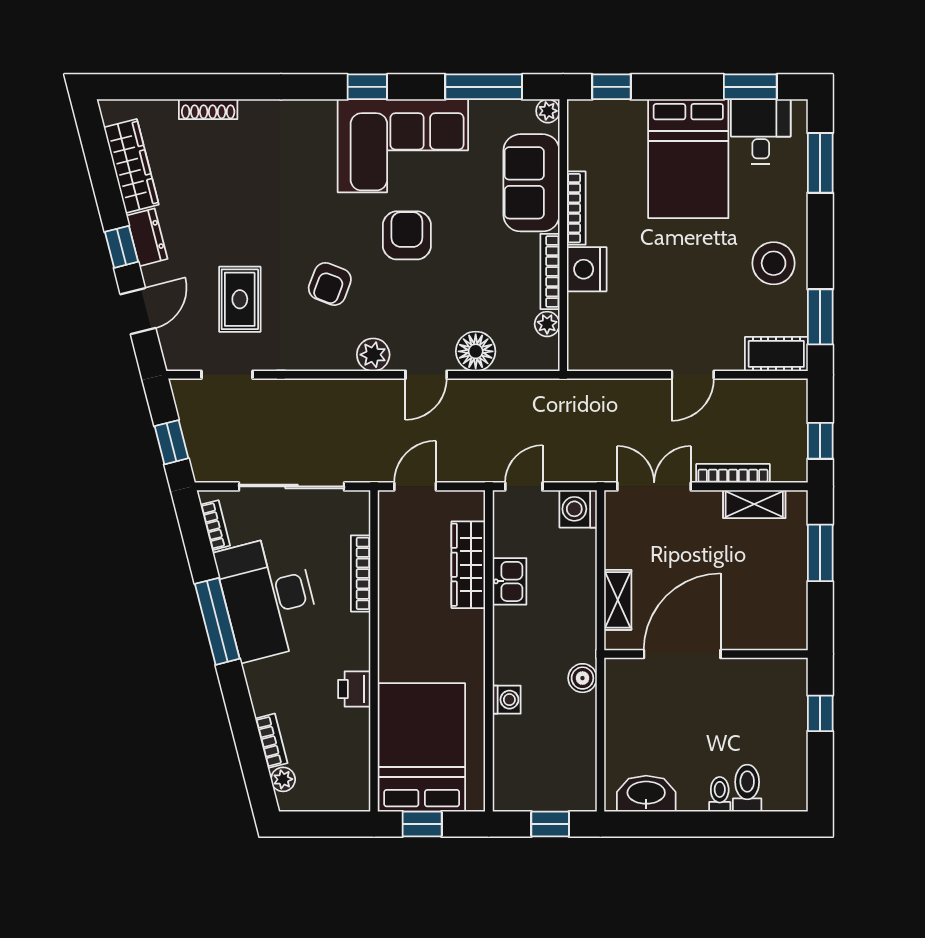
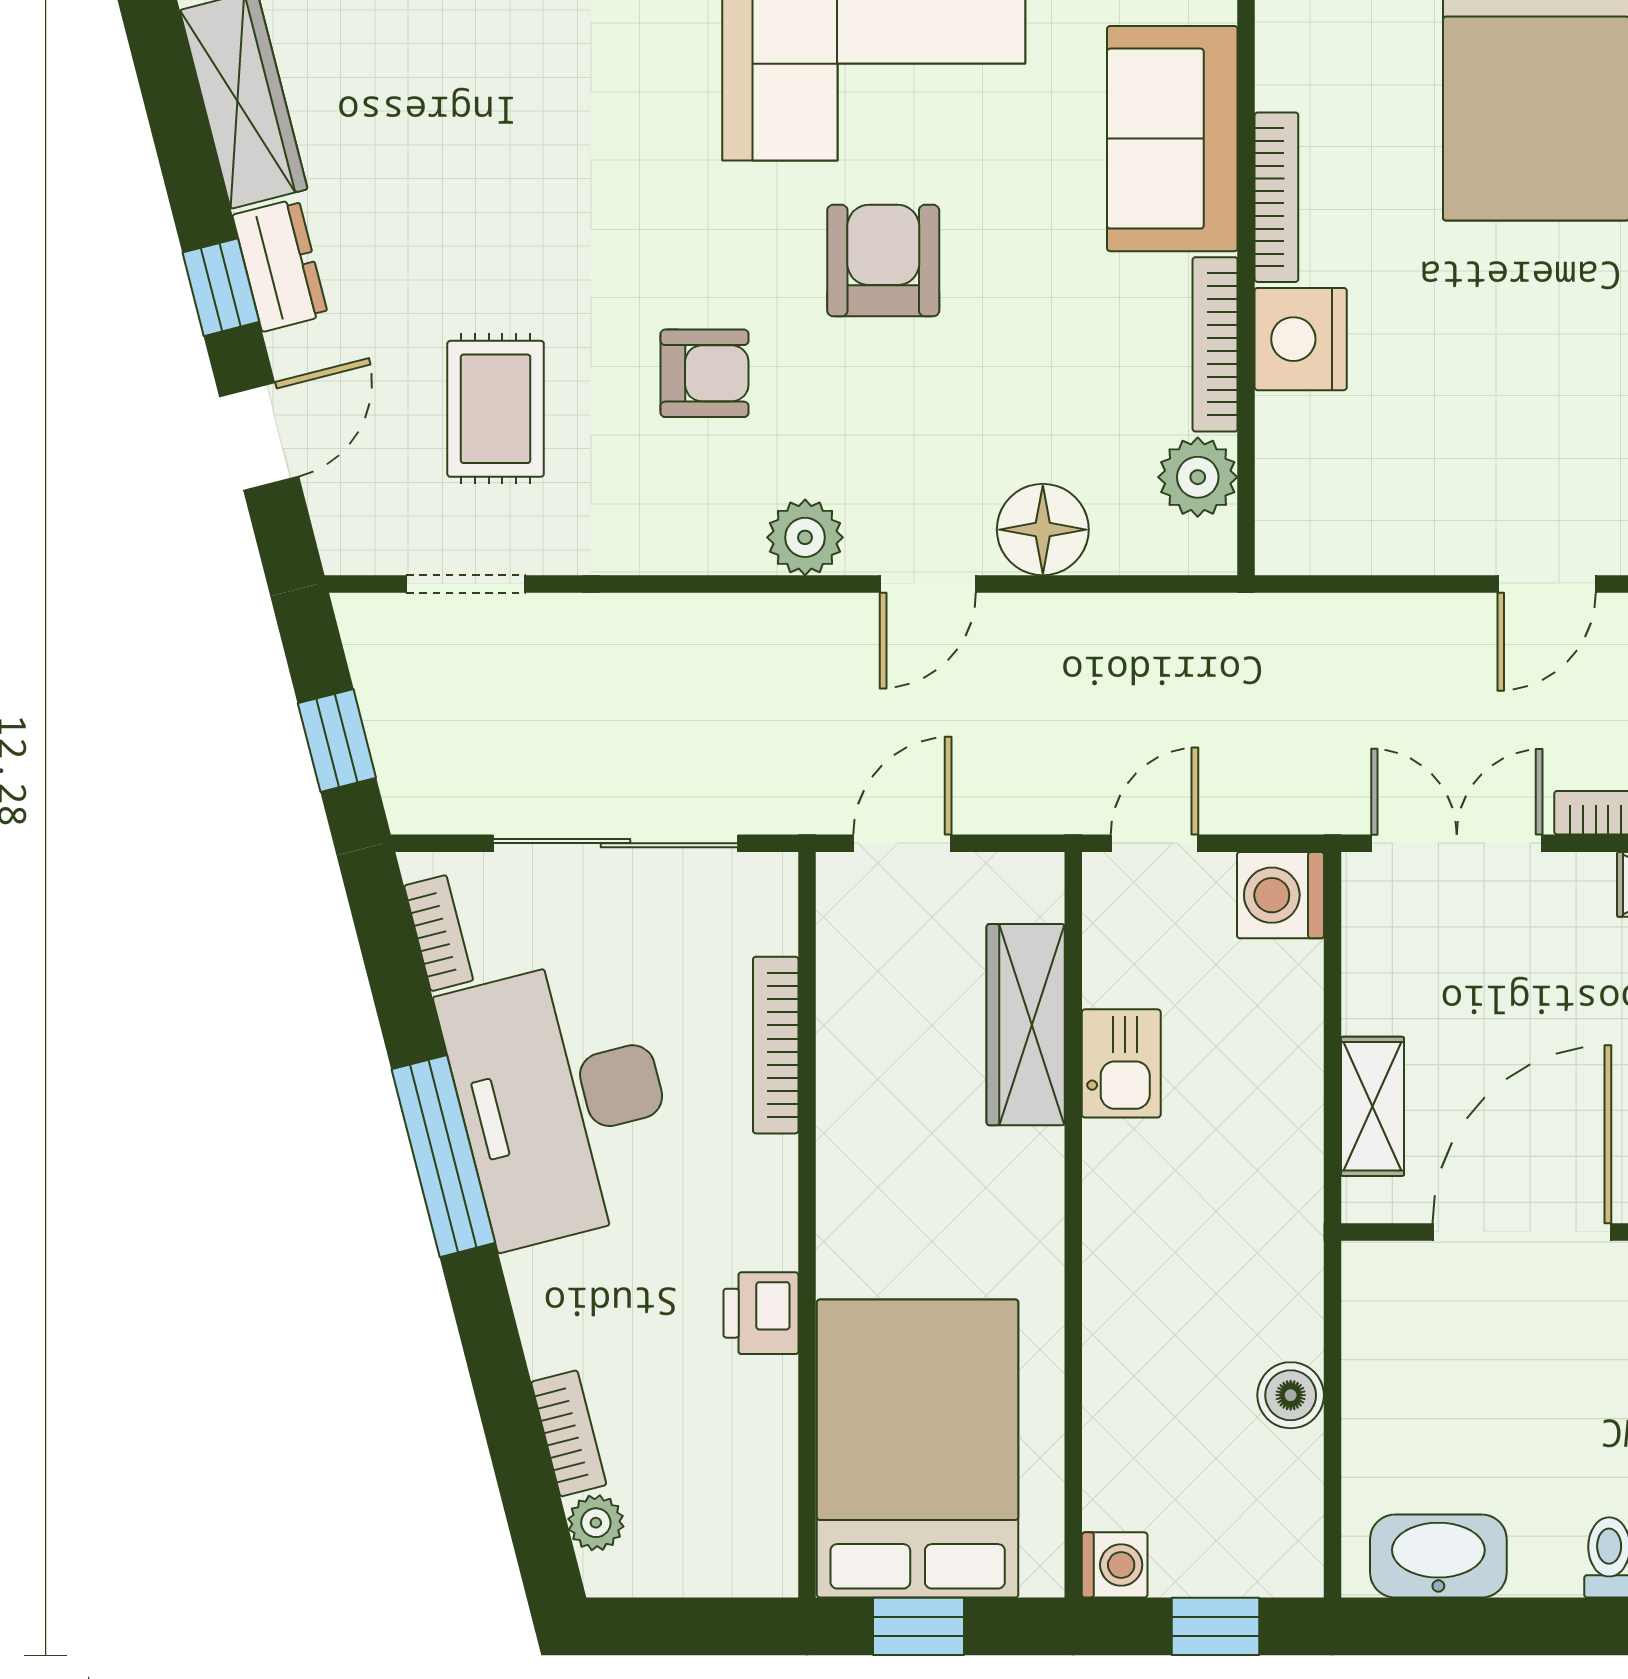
armchair: (330, 284) -> (705, 373), turned -111
plant: (547, 324) -> (1198, 477), width x1.38, depth x1.38
boiler: (582, 678) -> (1291, 1395), moved
washing machine: (507, 700) -> (1115, 1565), moved

